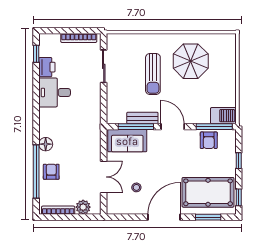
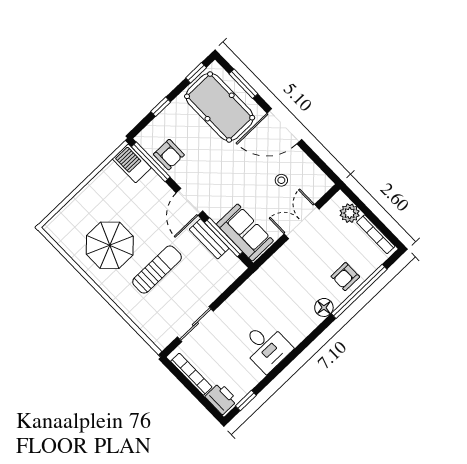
printer: (47, 67) -> (221, 398), moved, turned 90
armchair: (209, 140) -> (169, 155), turned 90

